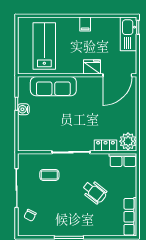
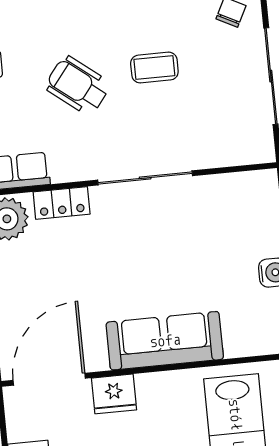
sofa: (53, 86) -> (165, 341), moved
coffee table: (49, 175) -> (154, 68), moved

